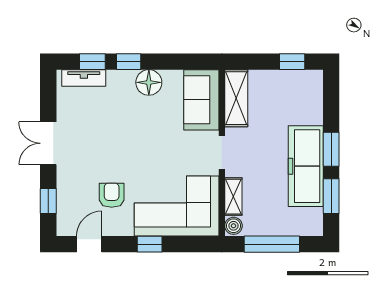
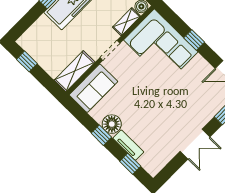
window: (129, 62) -> (101, 135), moved
tv unit: (84, 78) -> (128, 145), moved
armchair: (112, 195) -> (189, 85), removed

